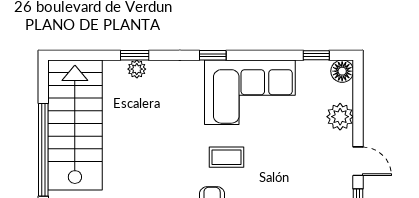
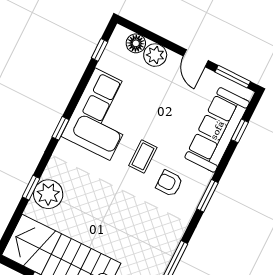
plant: (137, 69) -> (48, 194), width x1.88, depth x1.88
floor lamp: (342, 71) -> (136, 43), moved
door: (358, 161) -> (196, 58), swing flipped

